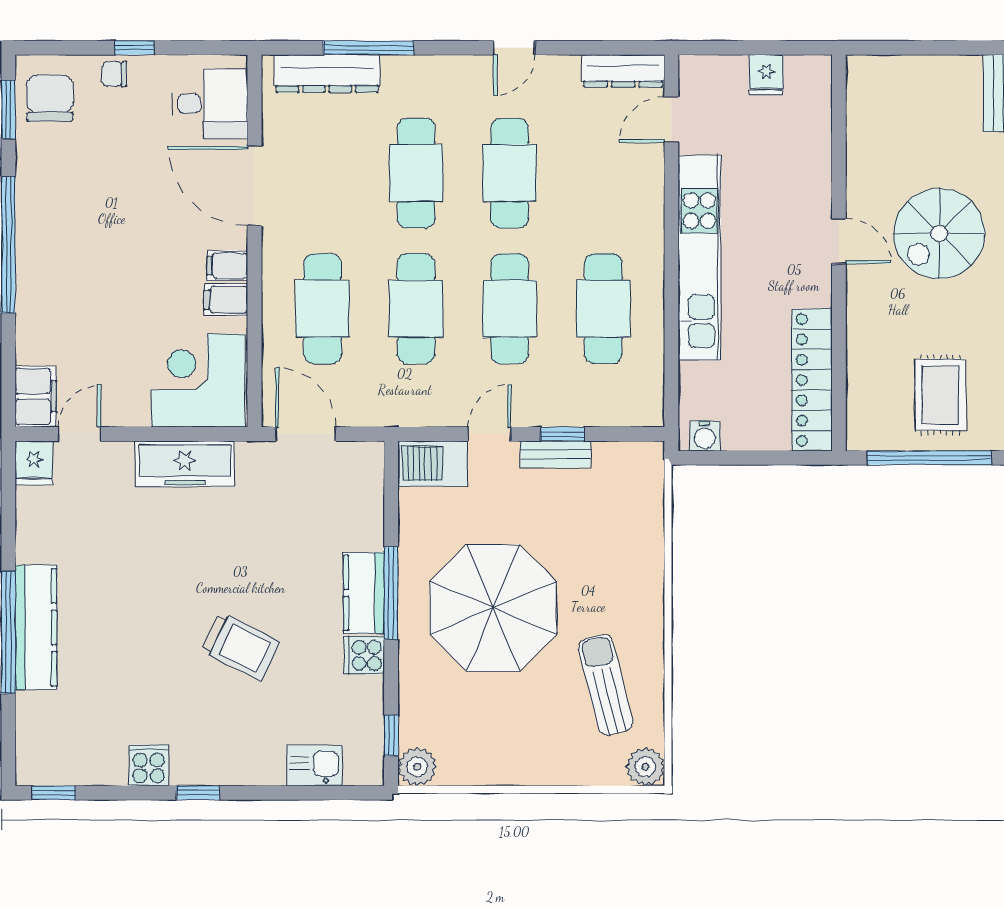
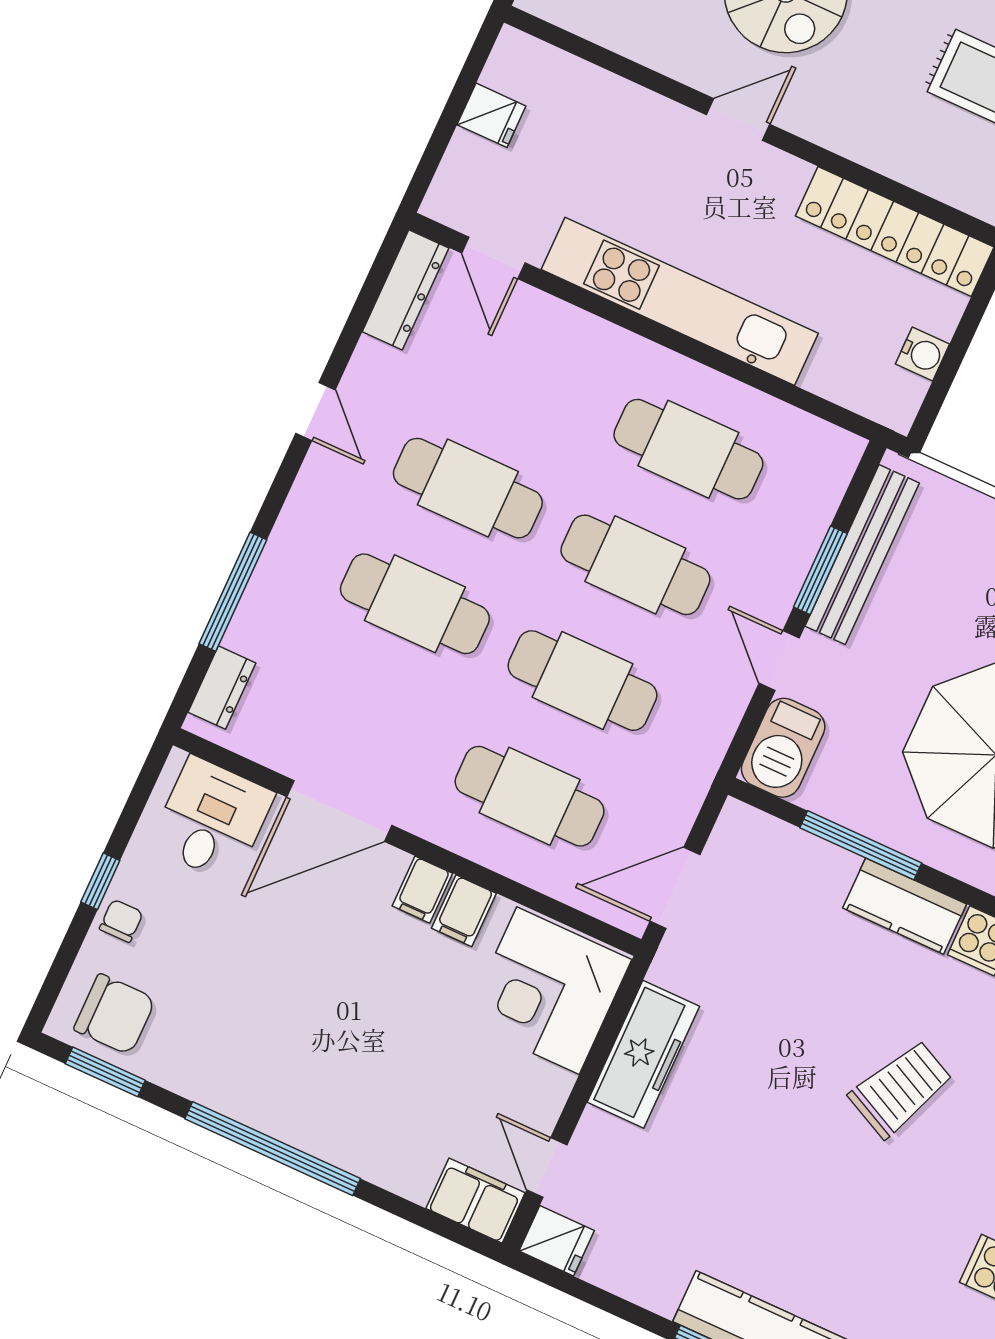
chair: (114, 74) -> (121, 921), turned 180
dresser: (327, 74) -> (222, 688), width x0.51, depth x0.80
chair: (50, 98) -> (115, 1014), turned 180
window: (563, 434) -> (820, 570), width x1.50
water cooler: (705, 436) -> (922, 354), moved
bench: (556, 454) -> (862, 555), width x1.86, depth x1.21
window: (391, 593) -> (861, 845), moved

